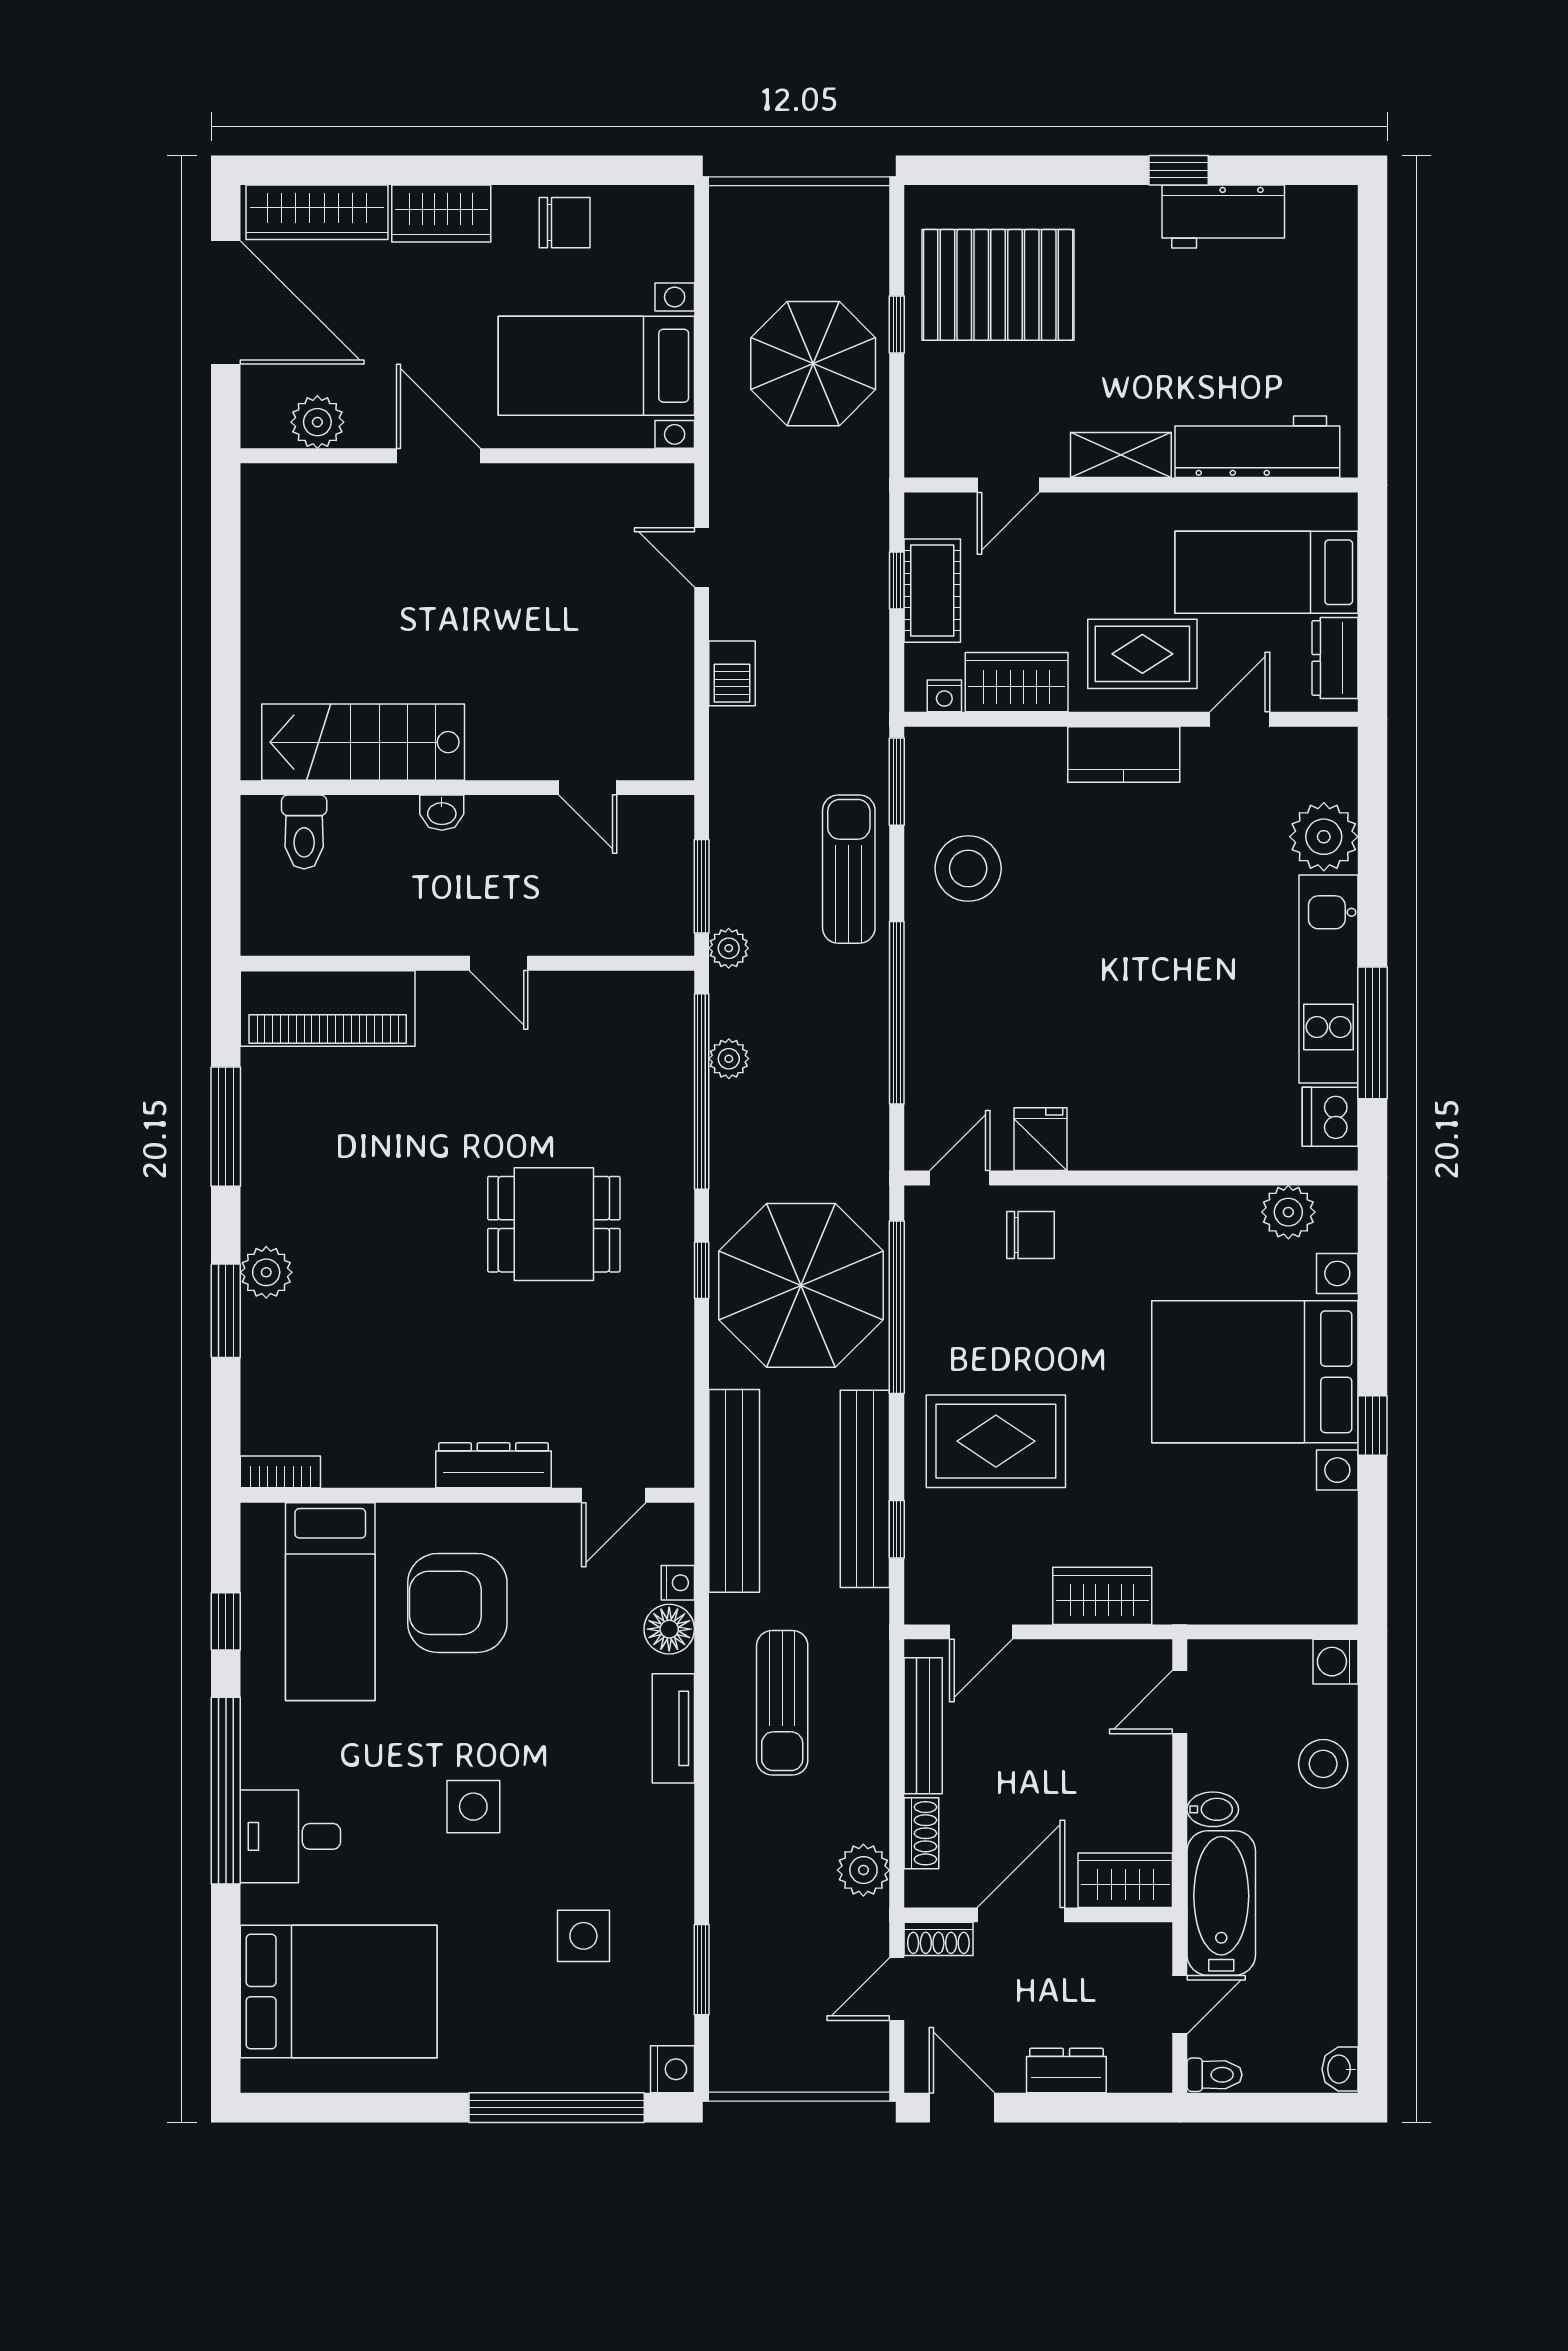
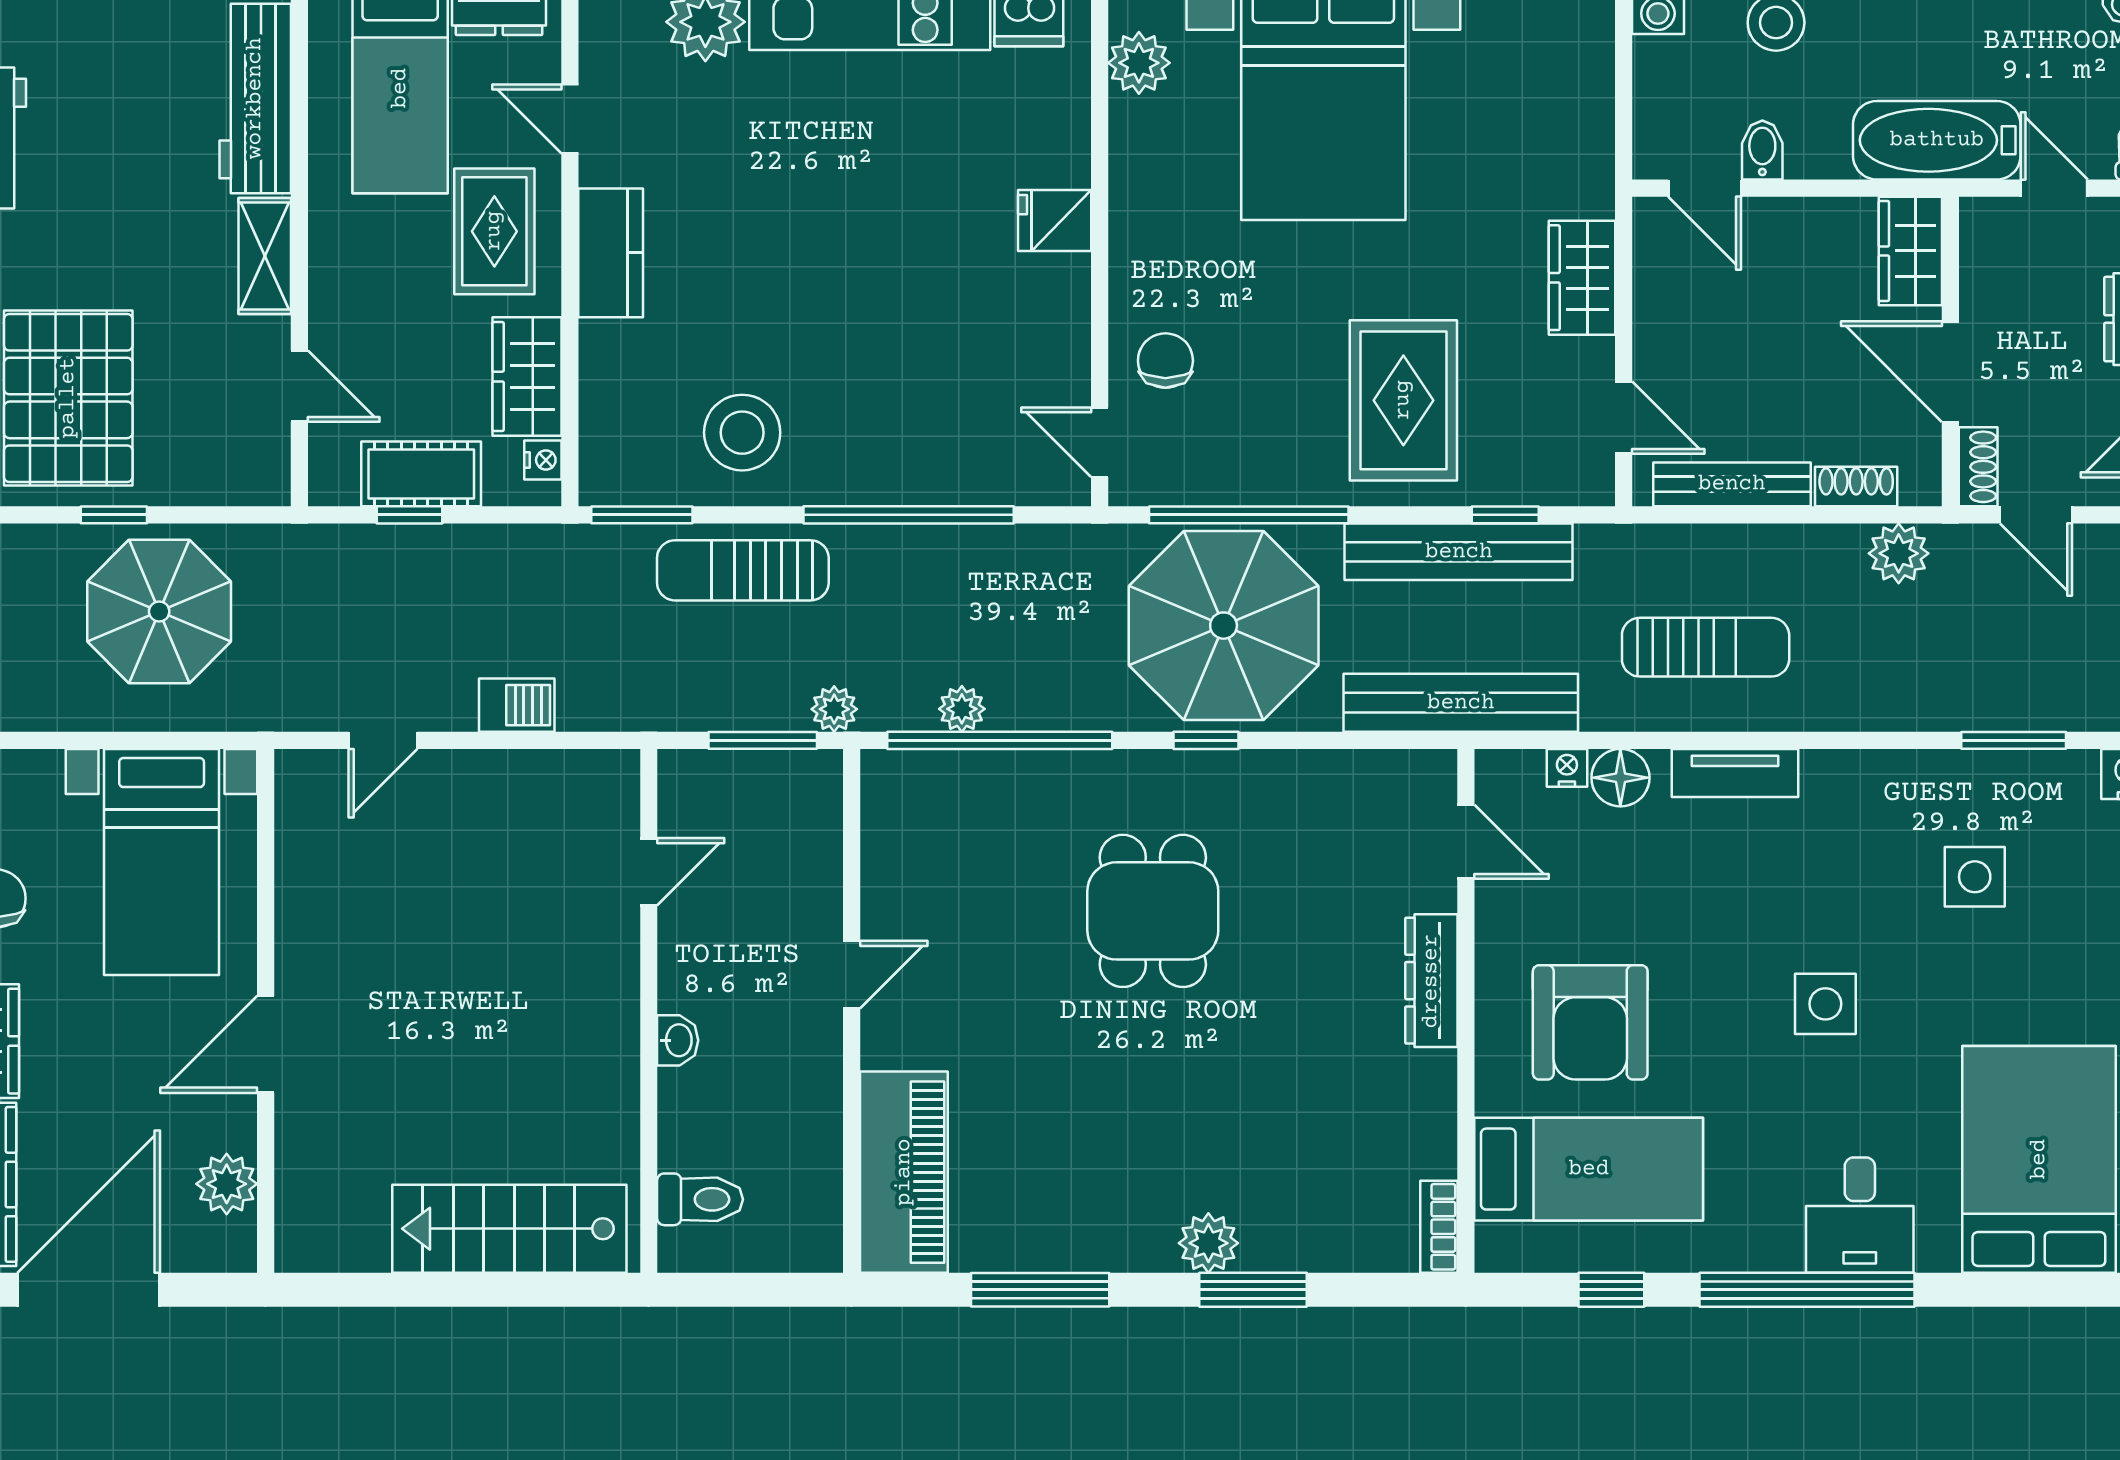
stairs: (363, 742) -> (509, 1229), moved, turned 90
fridge: (1040, 1139) -> (1055, 221), moved
bidet: (1213, 1809) -> (1762, 150), moved

